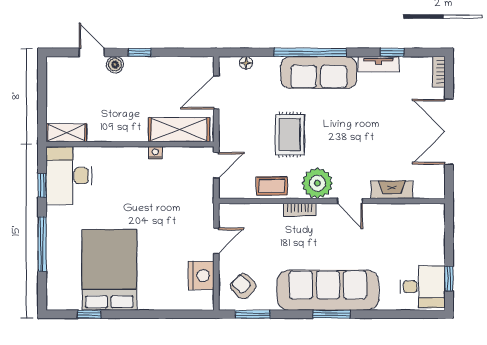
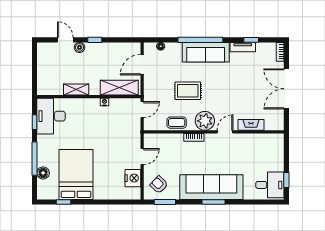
shelving: (66, 133) -> (76, 90), moved
rug: (290, 135) -> (188, 91), turned 90
door: (350, 201) -> (225, 132), swing flipped
floor lamp: (56, 267) -> (43, 173), added

